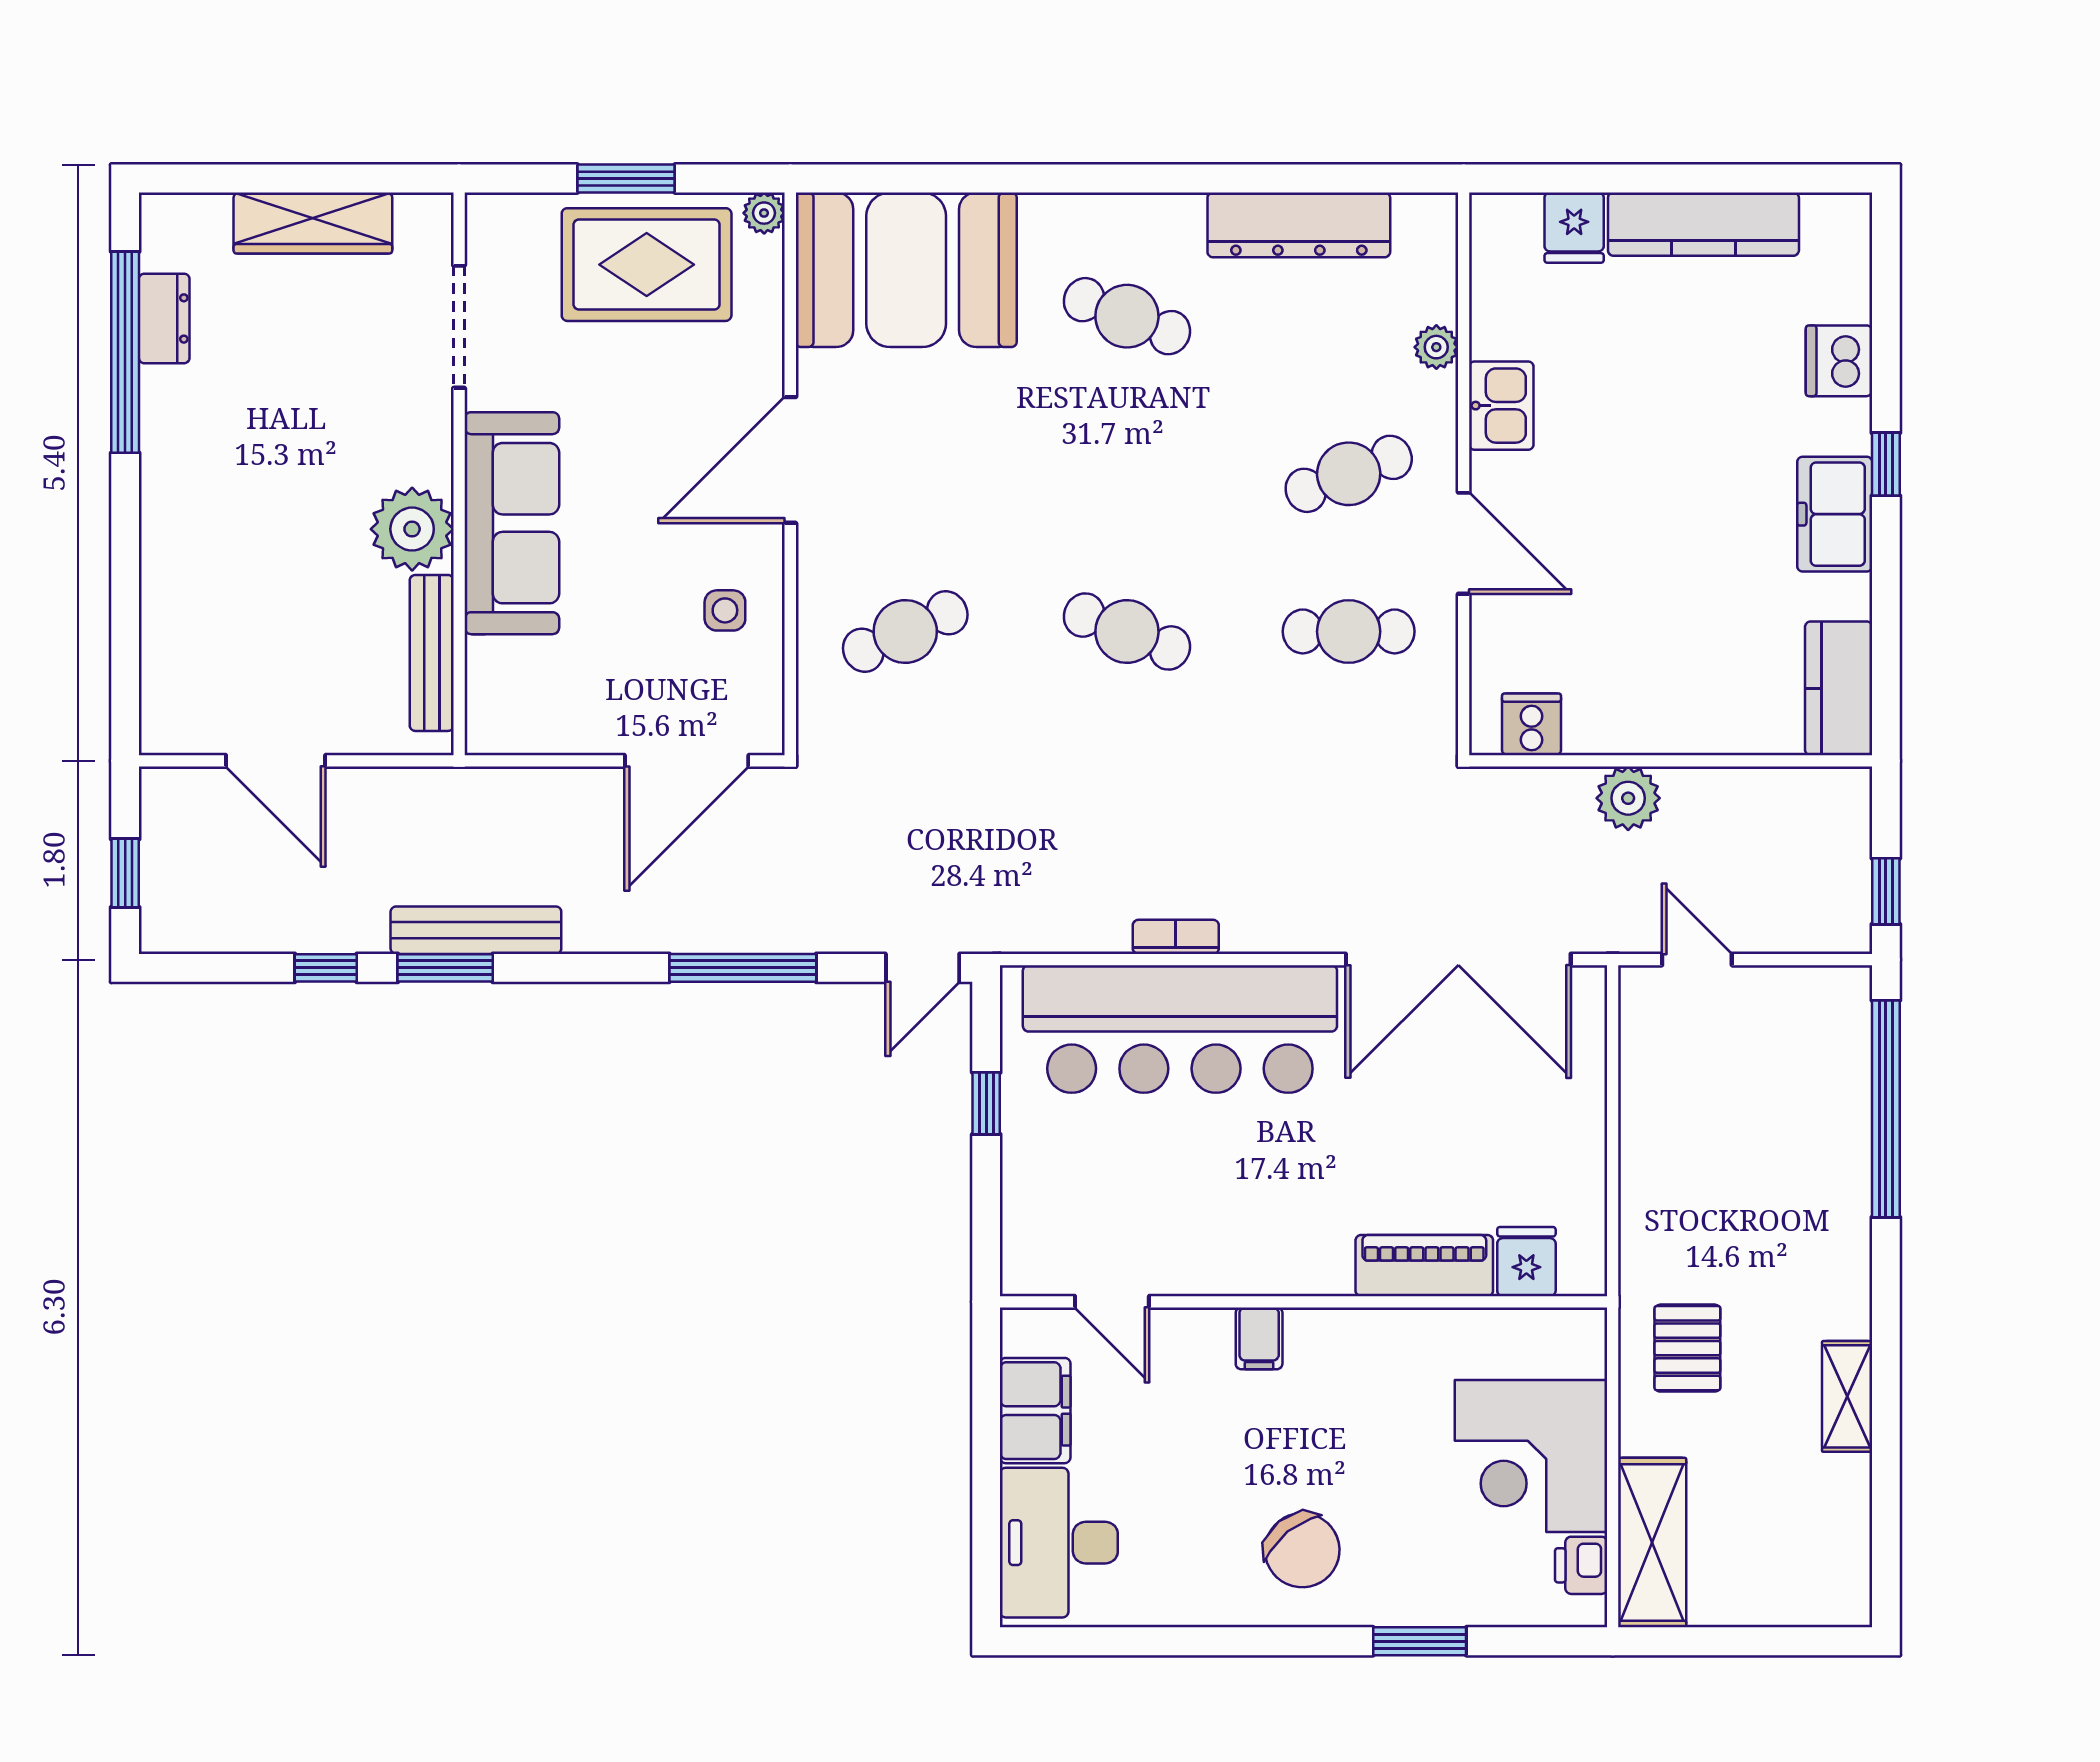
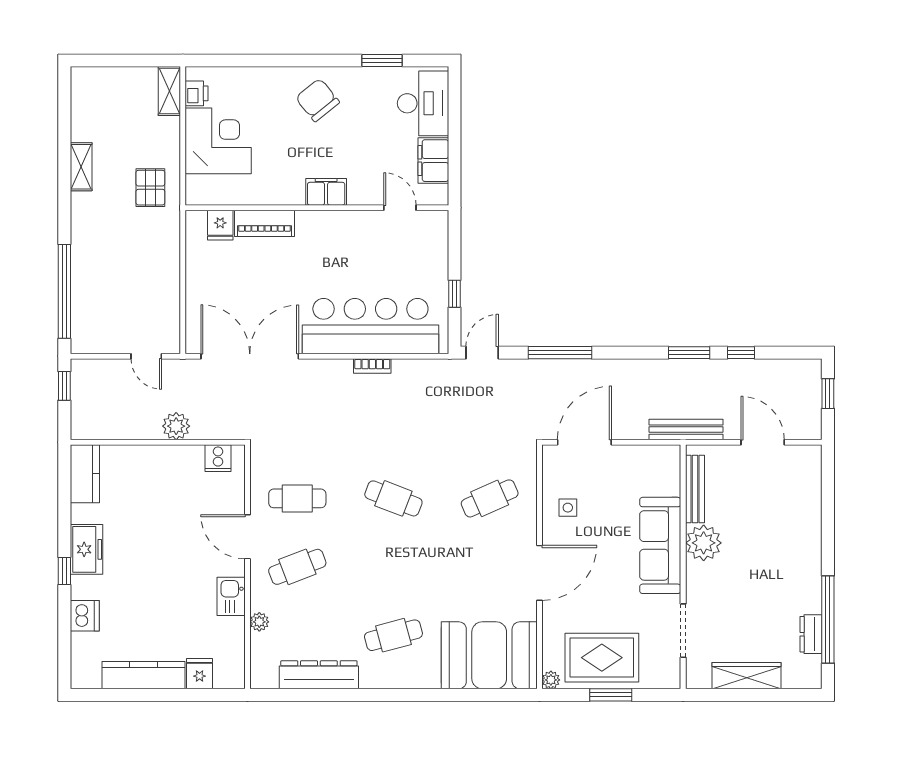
cafe table: (1127, 316) -> (393, 635), turned -36
bench: (476, 930) -> (686, 430), moved
filing cabinet: (1259, 1338) -> (326, 192), width x2.00
shelving: (1652, 1543) -> (169, 91), width x0.67, depth x0.75
window: (1420, 1641) -> (382, 60), moved

